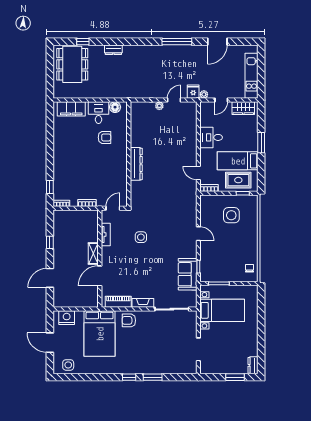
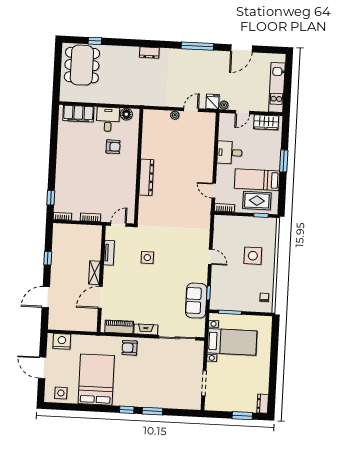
dresser: (113, 50) -> (149, 53), moved
side table: (231, 215) -> (253, 256), moved
bed: (100, 334) -> (96, 380), moved, turned 180

